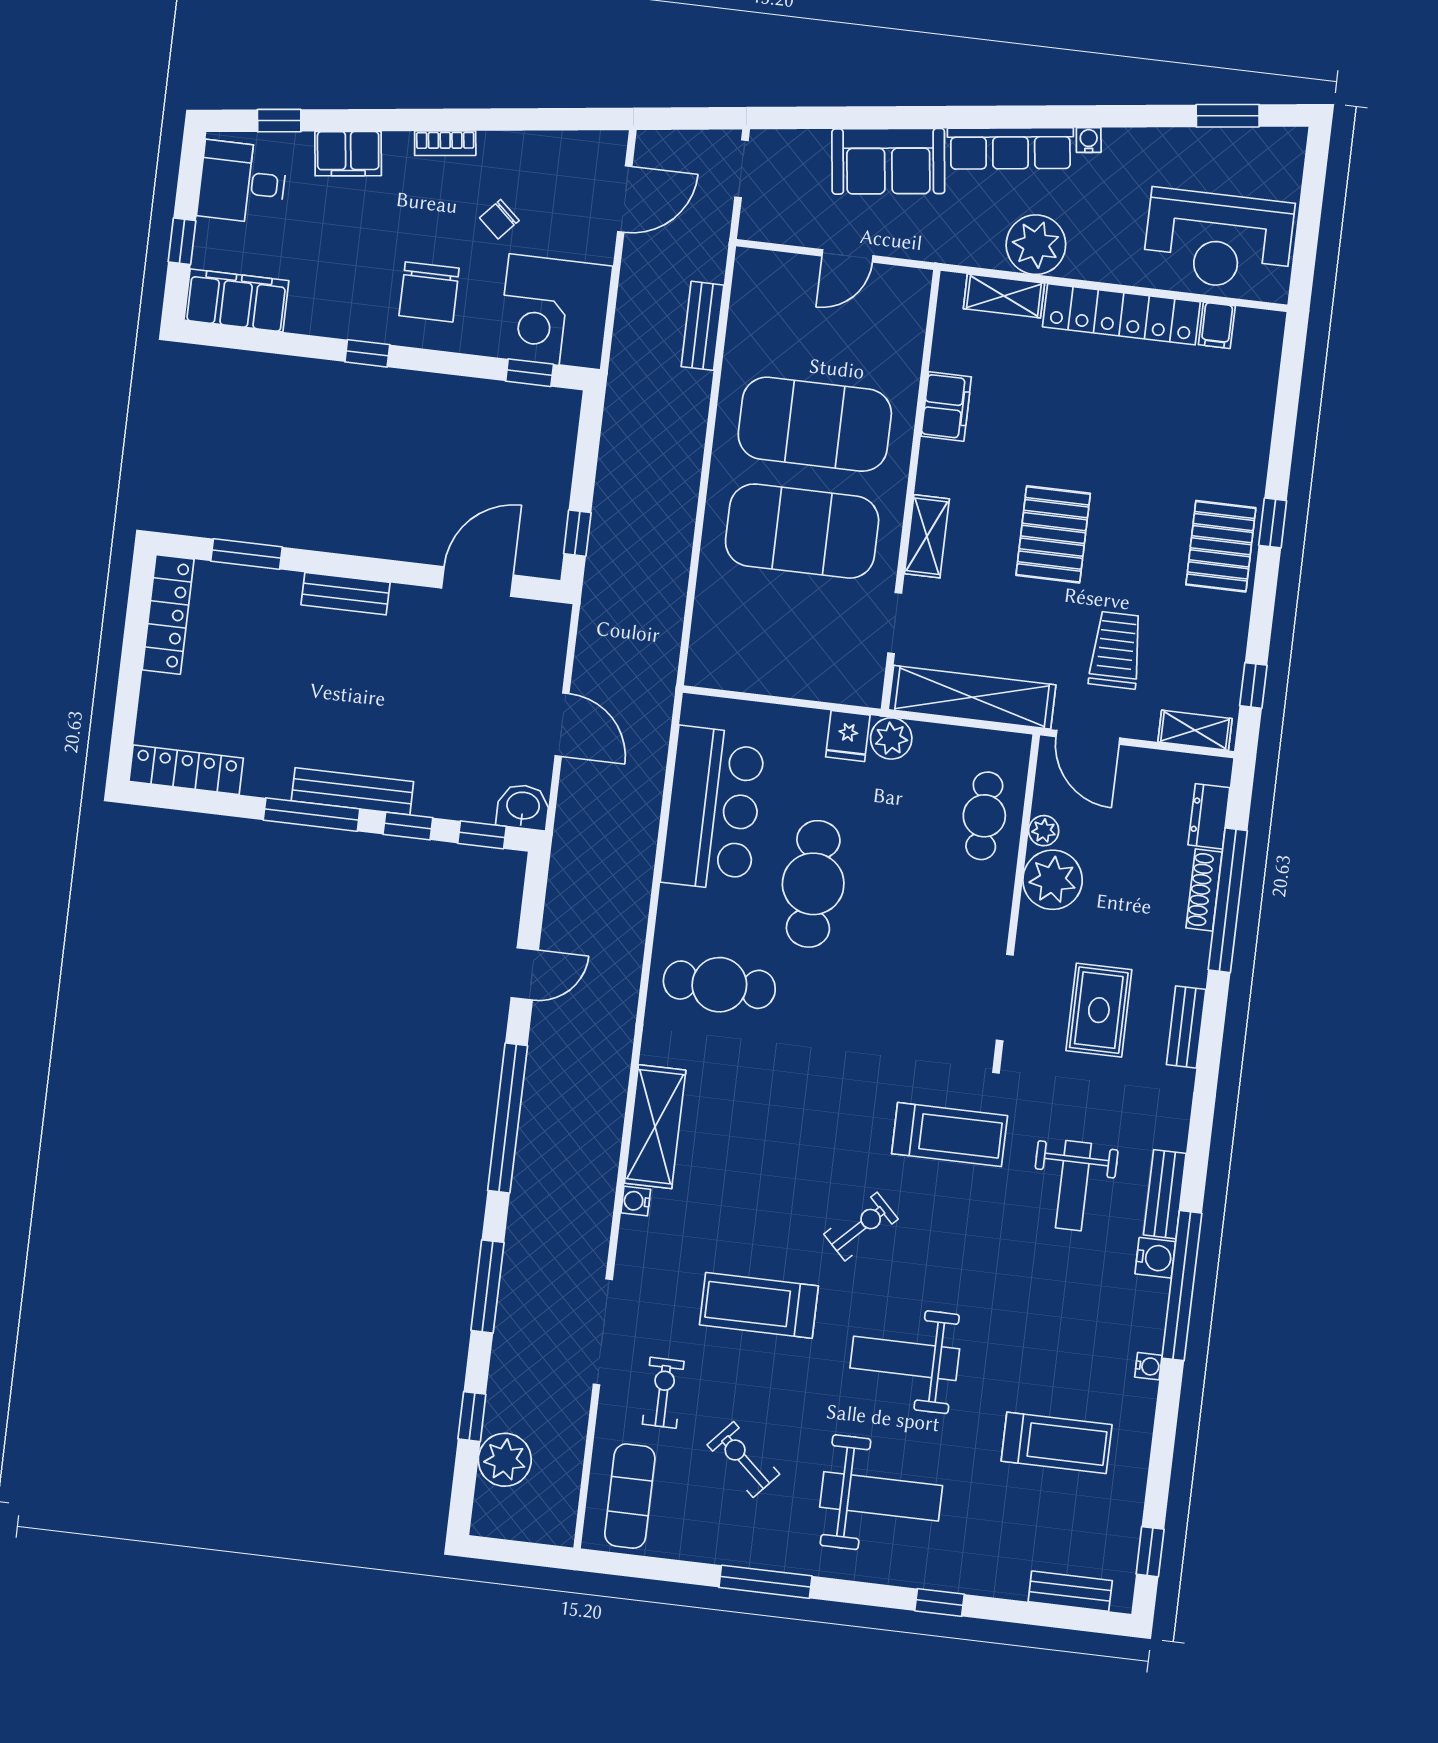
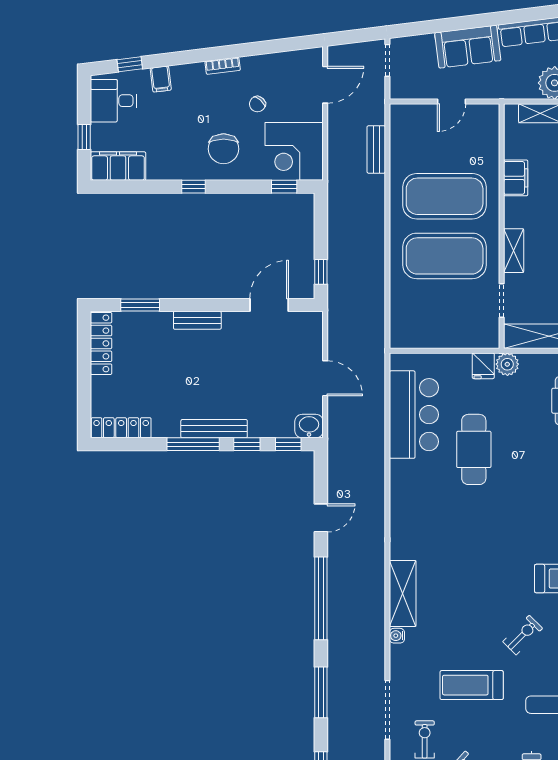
filing cabinet: (348, 154) -> (161, 79), width x0.50
cafe table: (719, 985) -> (429, 511), removed

